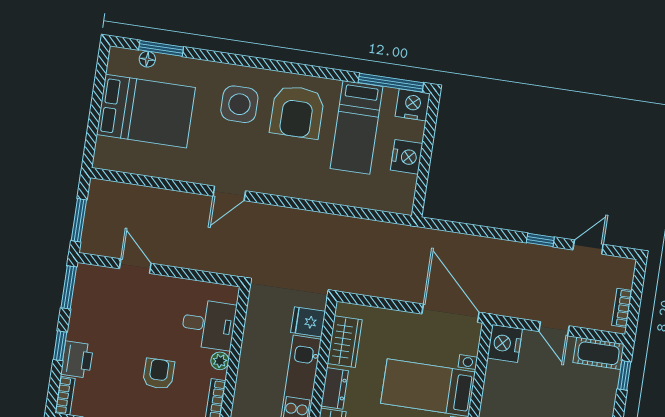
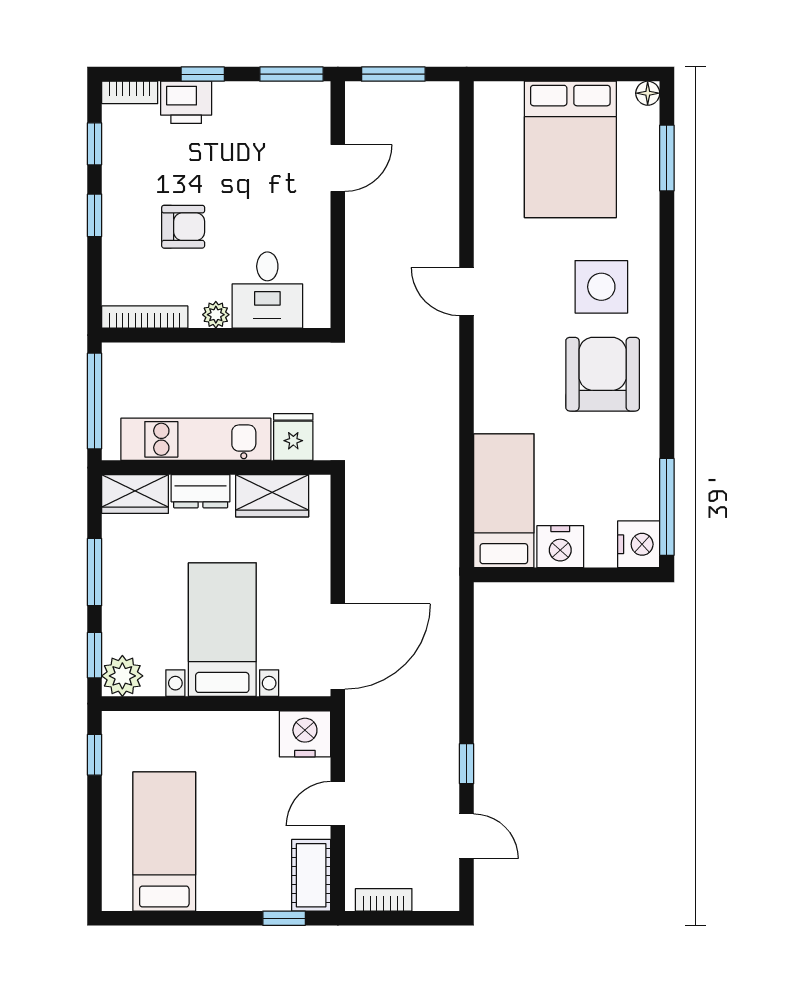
floor lamp: (147, 59) -> (648, 93), moved
armchair: (297, 112) -> (603, 374), turned 90
bed: (356, 127) -> (504, 501), moved, turned 90

